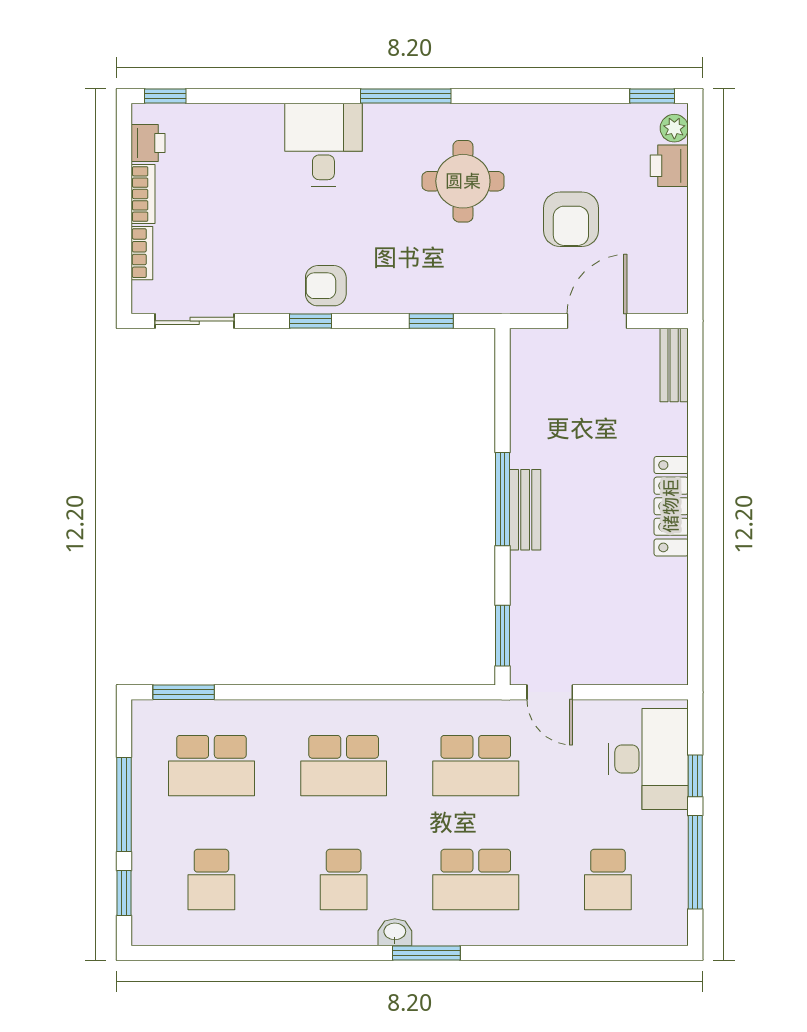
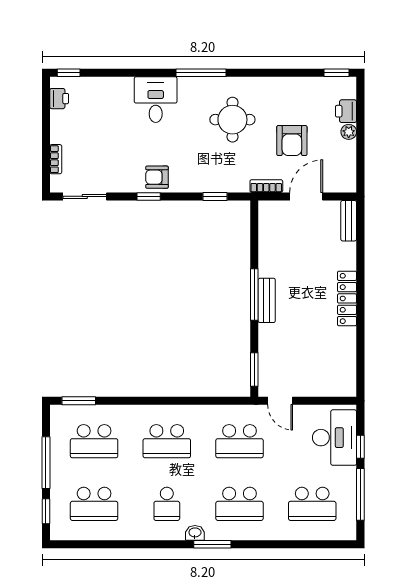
plant: (674, 128) -> (349, 132), moved
bookcase: (143, 194) -> (266, 186), moved, turned -90
school desk: (211, 880) -> (94, 504), width x1.85
school desk: (608, 880) -> (312, 504), width x1.85

